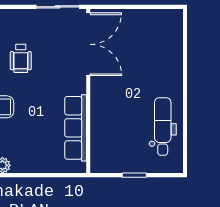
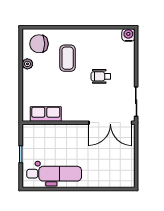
dental chair: (163, 126) -> (54, 174), width x1.36, depth x1.38
row of seats: (76, 128) -> (46, 114), width x0.68

